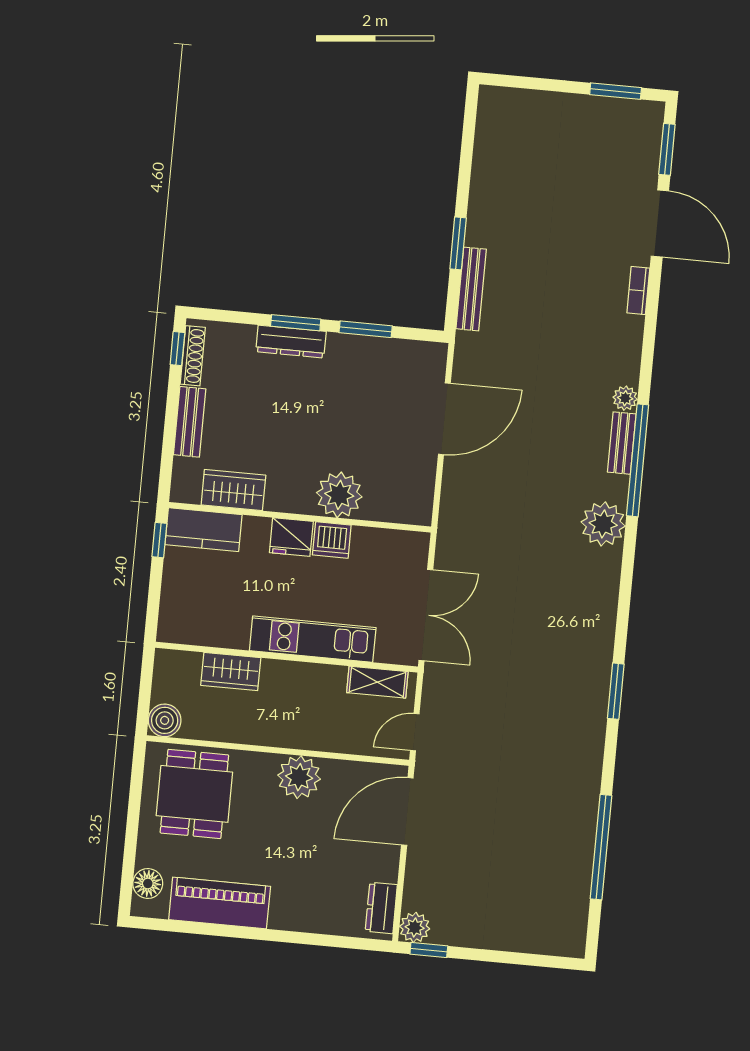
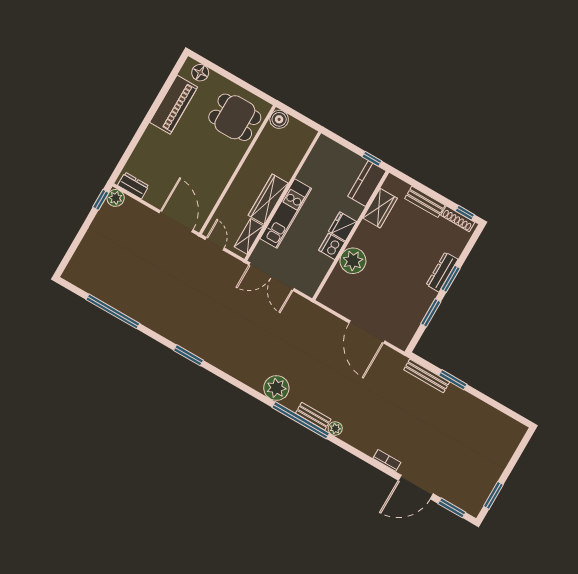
wardrobe: (231, 671) -> (268, 199), moved, width x1.50
plant: (299, 777) -> (219, 174), removed

